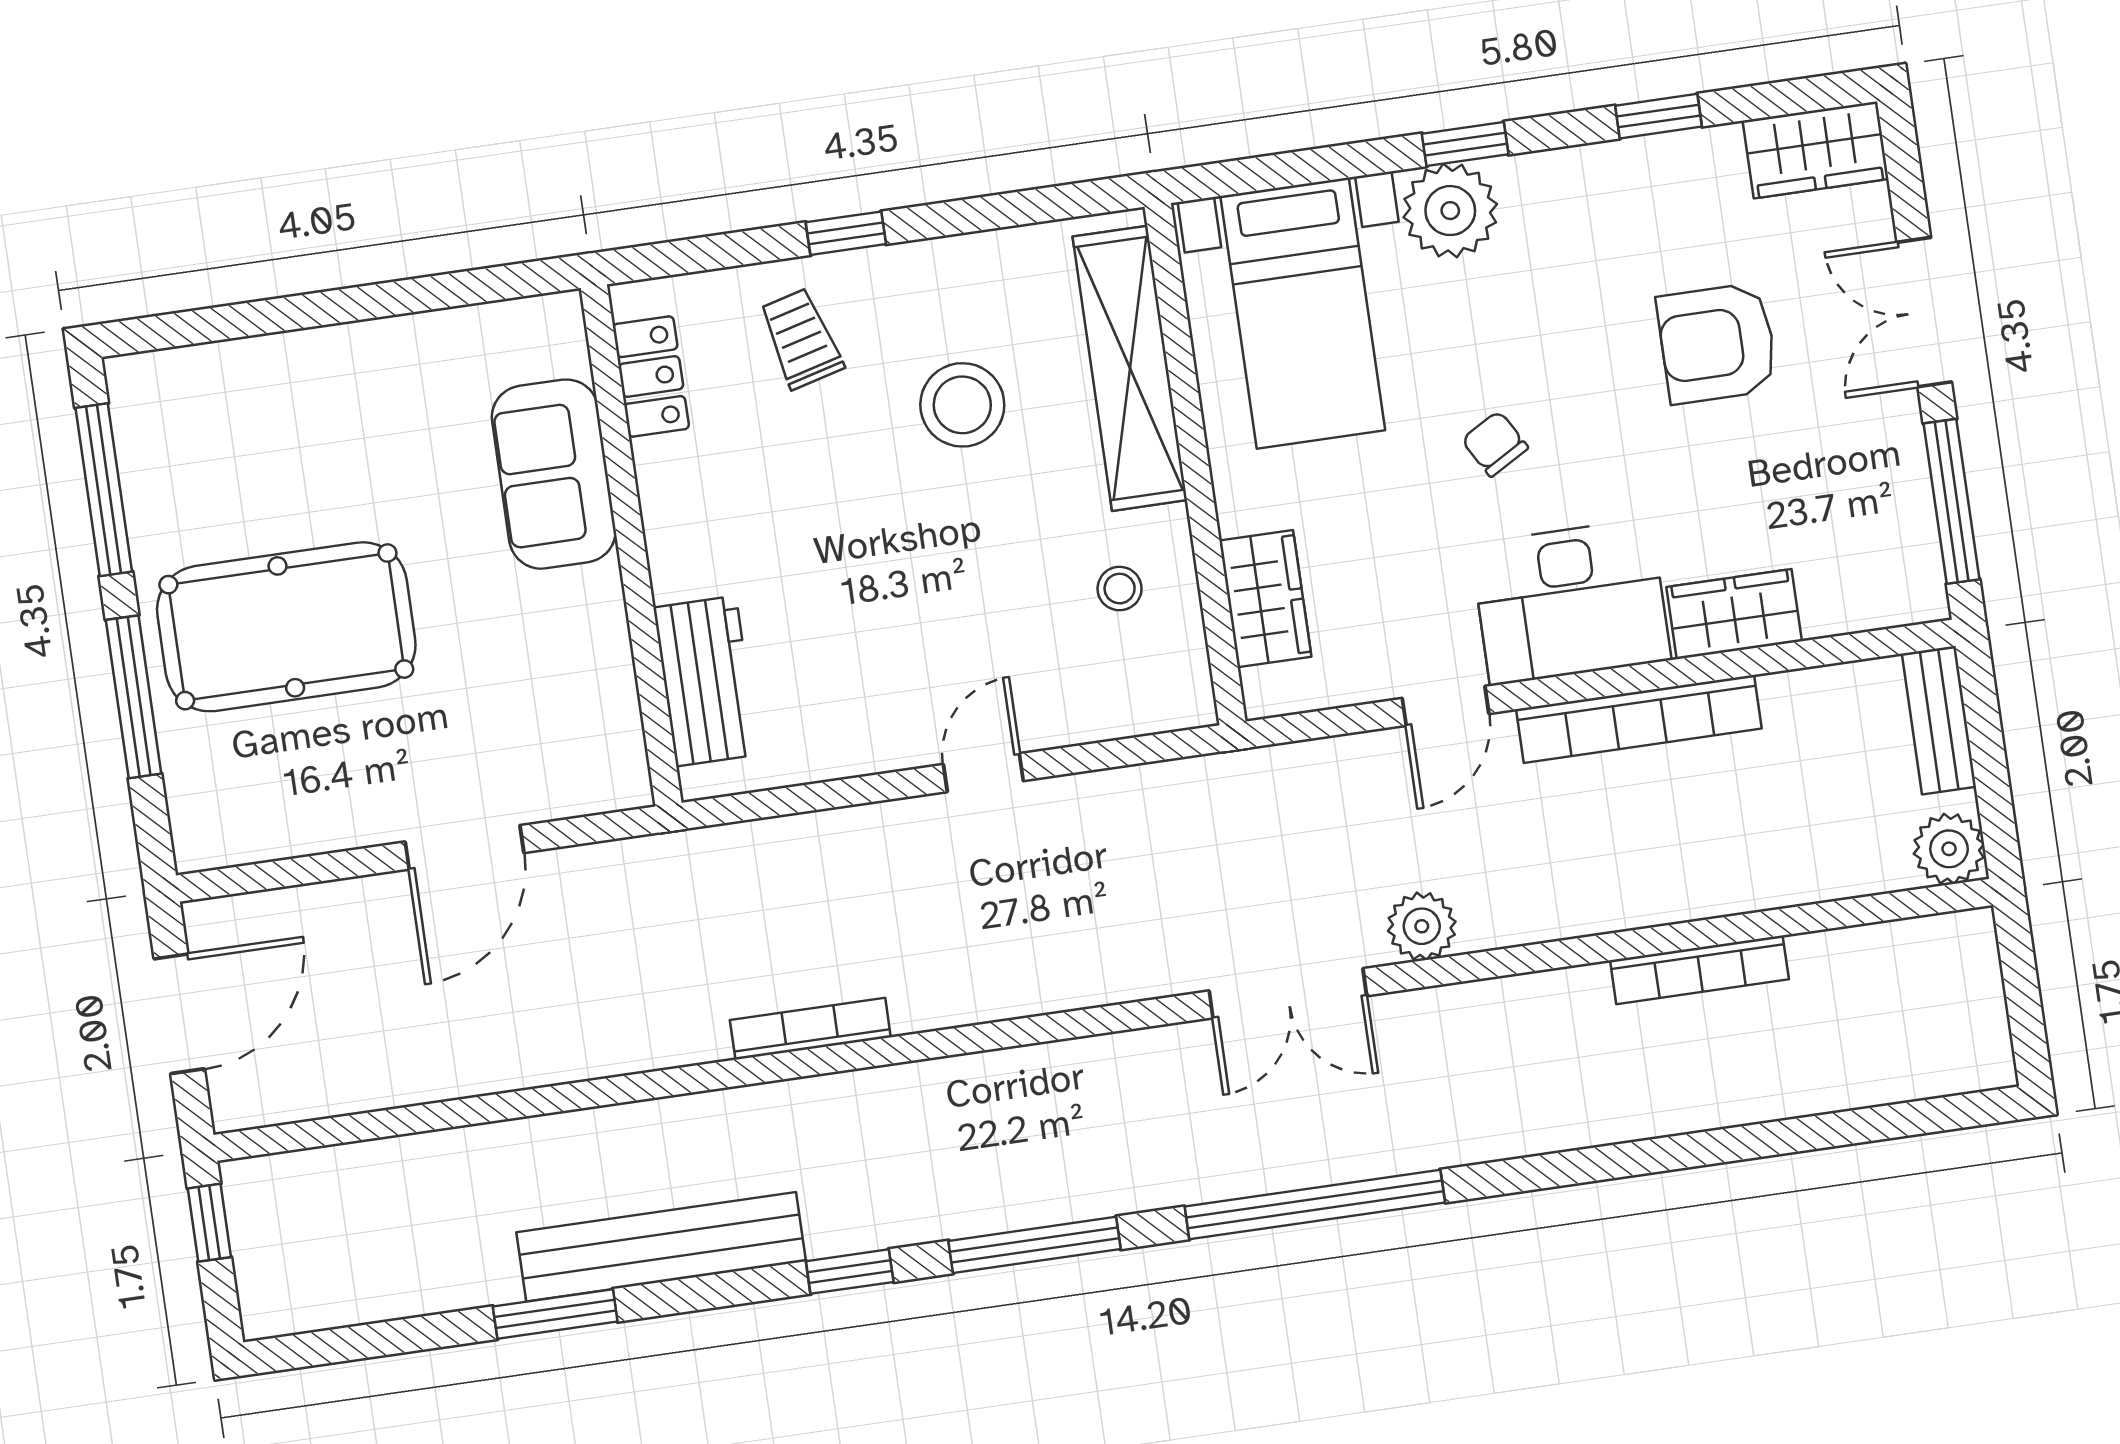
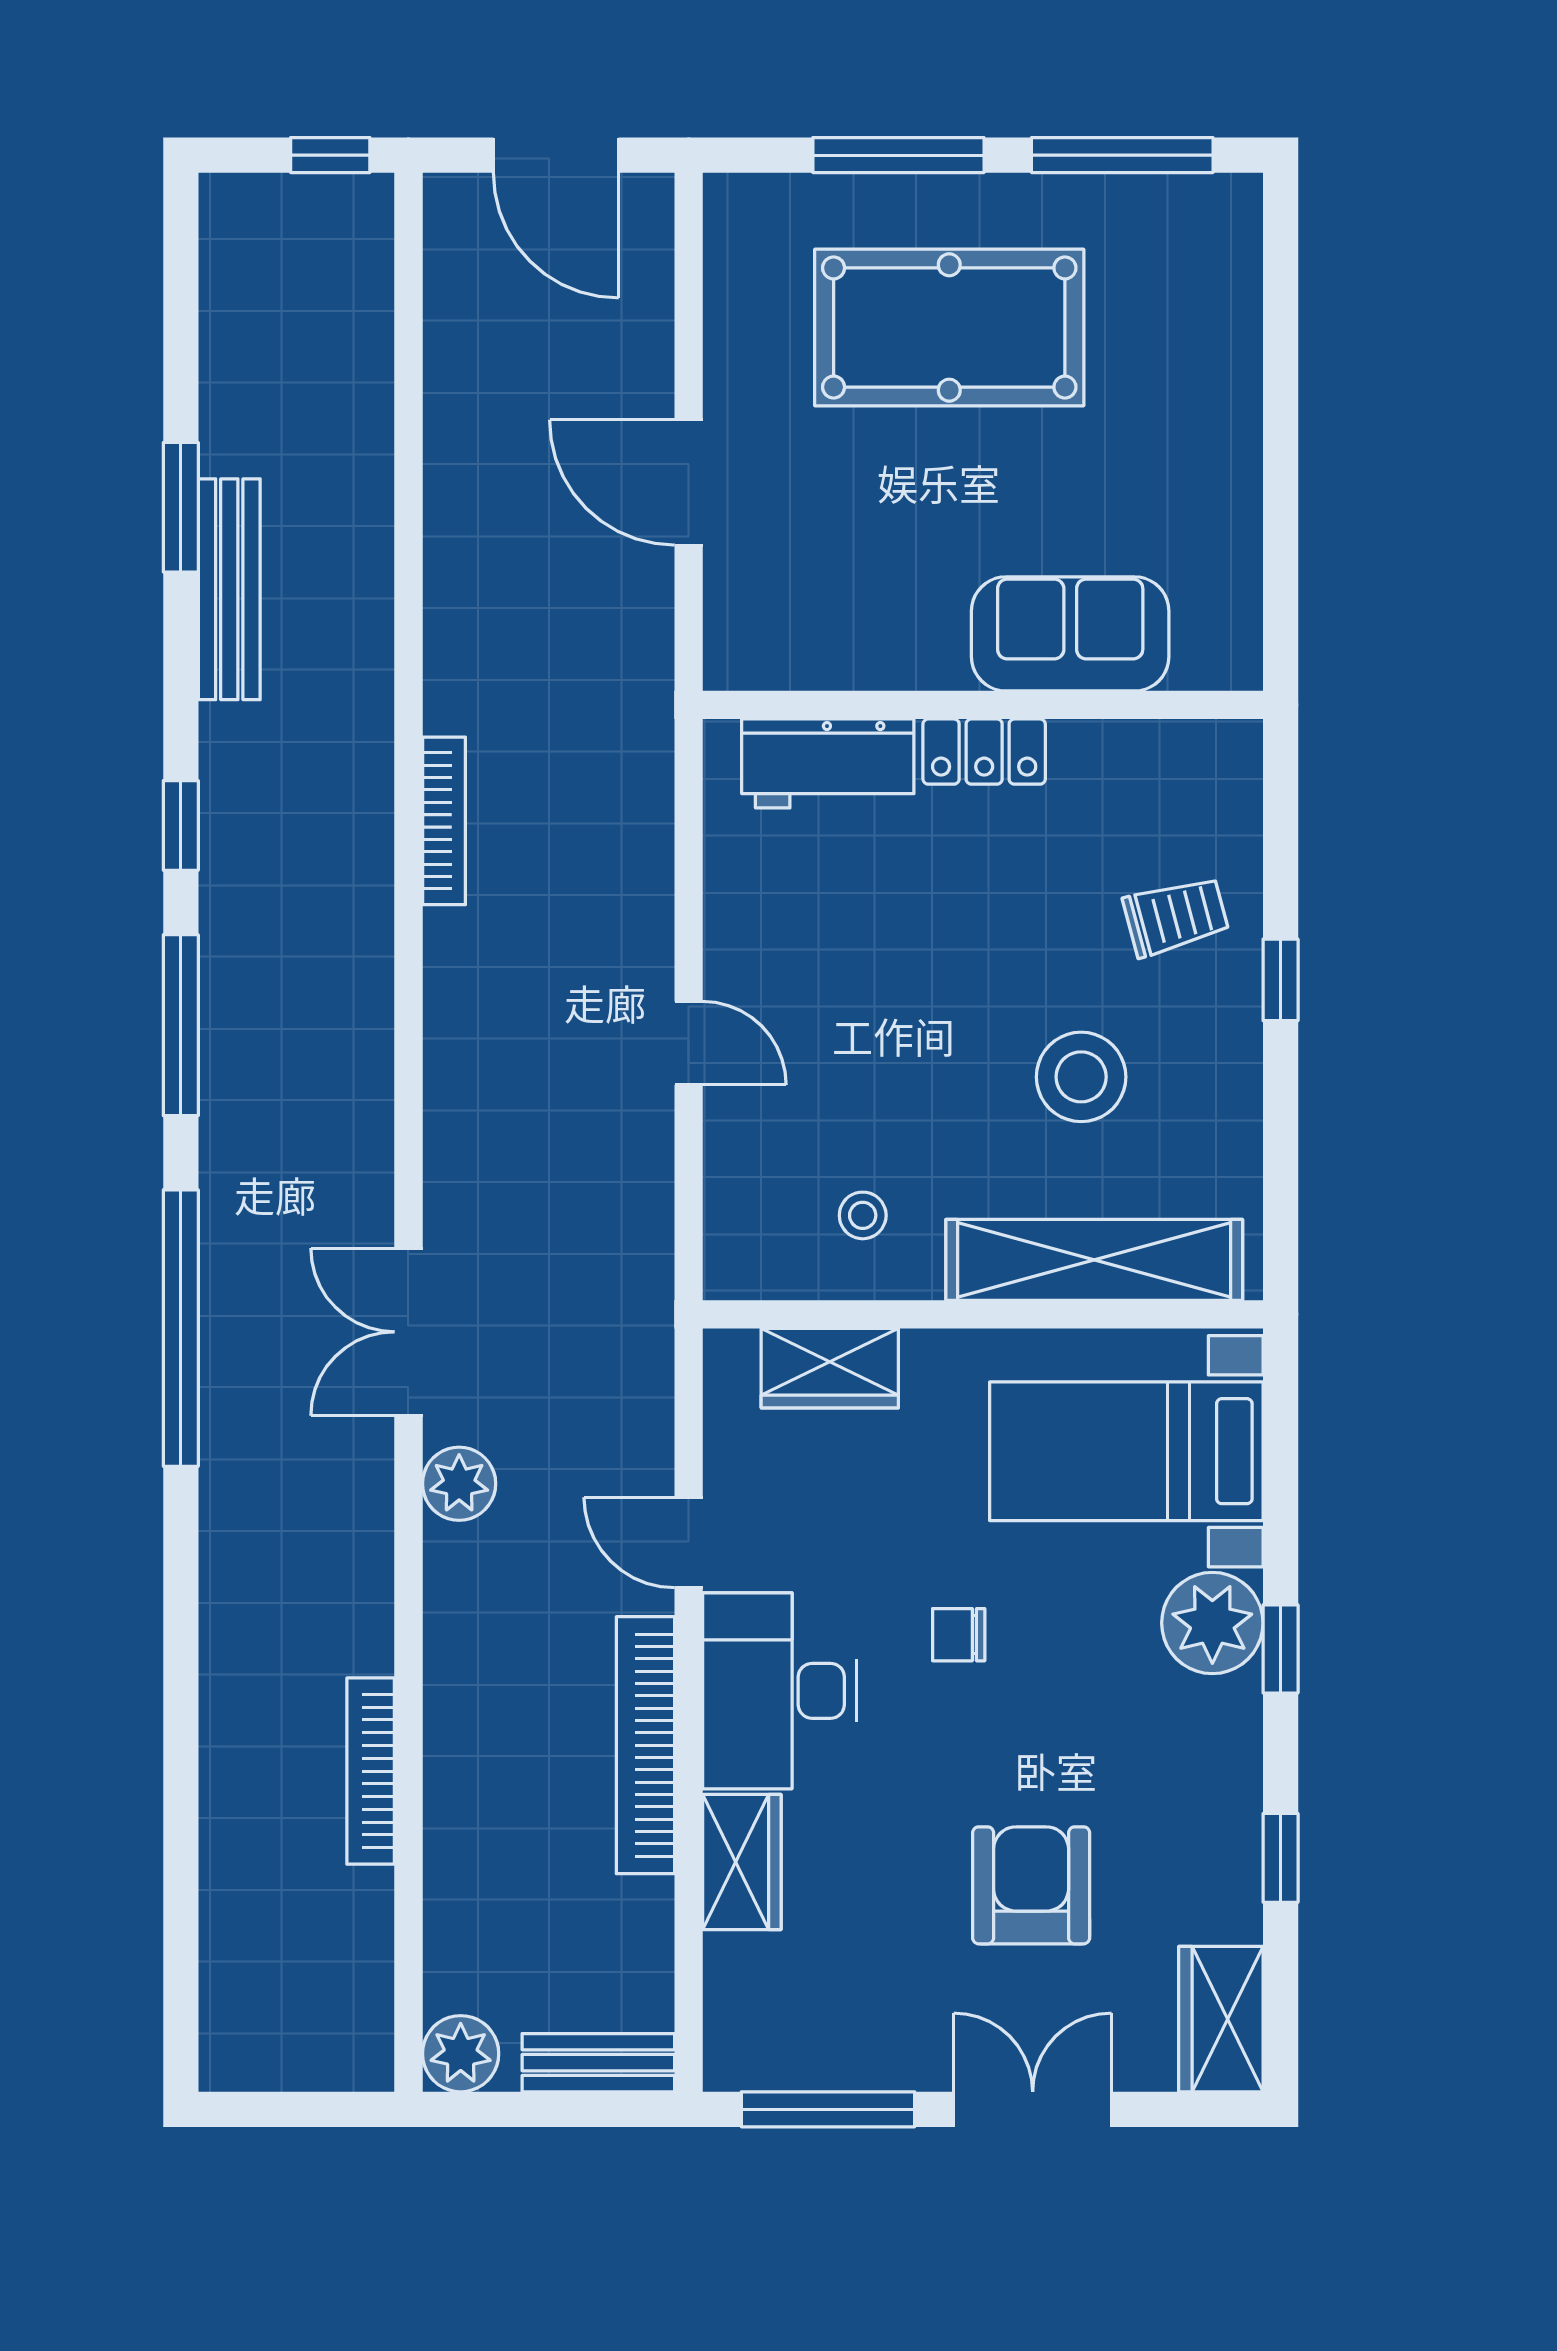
locker: (651, 377) -> (984, 752), moved
chair: (1495, 444) -> (959, 1635), turned -150
pool table: (286, 627) -> (949, 327), turned 90
bench: (661, 1247) -> (229, 589), width x0.73, depth x0.82

